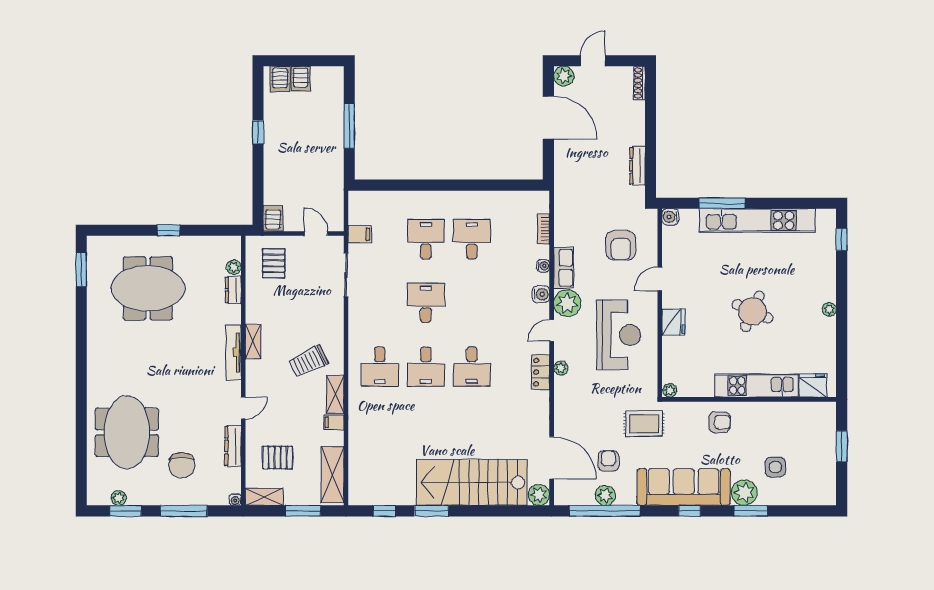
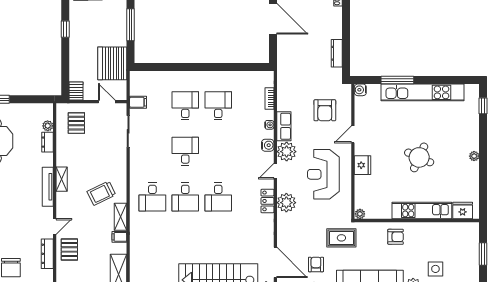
server rack: (324, 180) -> (112, 63), added
reception desk: (619, 335) -> (323, 174), turned 180
plant: (561, 368) -> (286, 203), width x1.87, depth x1.87
pallet: (278, 458) -> (69, 249), moved, turned 90

